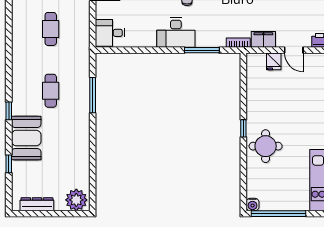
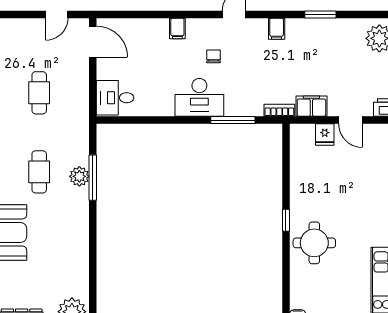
plant: (82, 94) -> (79, 176), added

